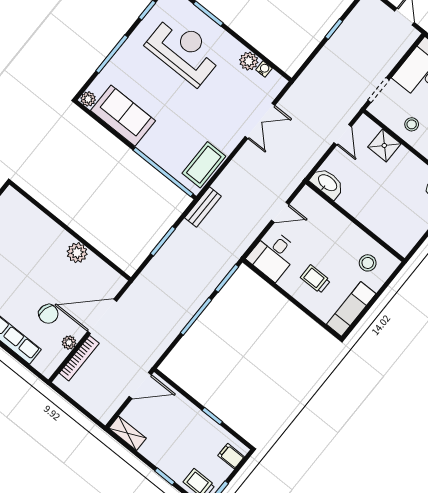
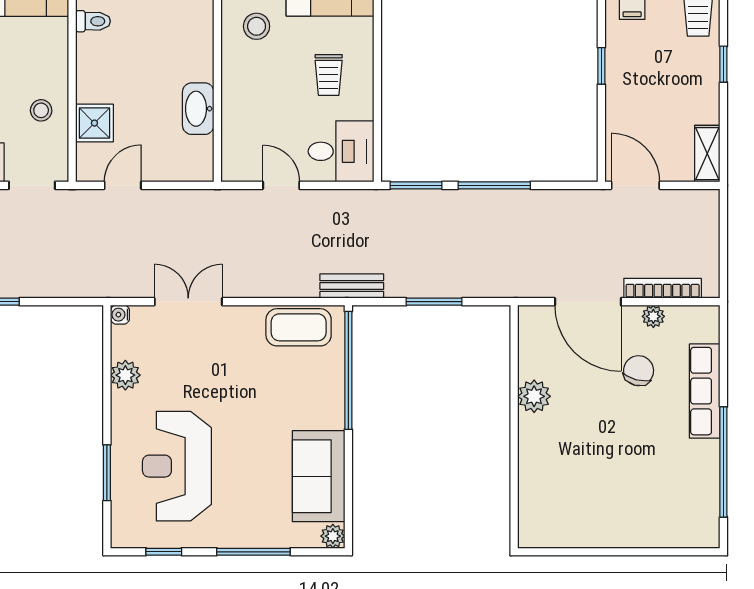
water cooler: (264, 69) -> (120, 315), moved
washbasin: (327, 183) -> (198, 109), moved

